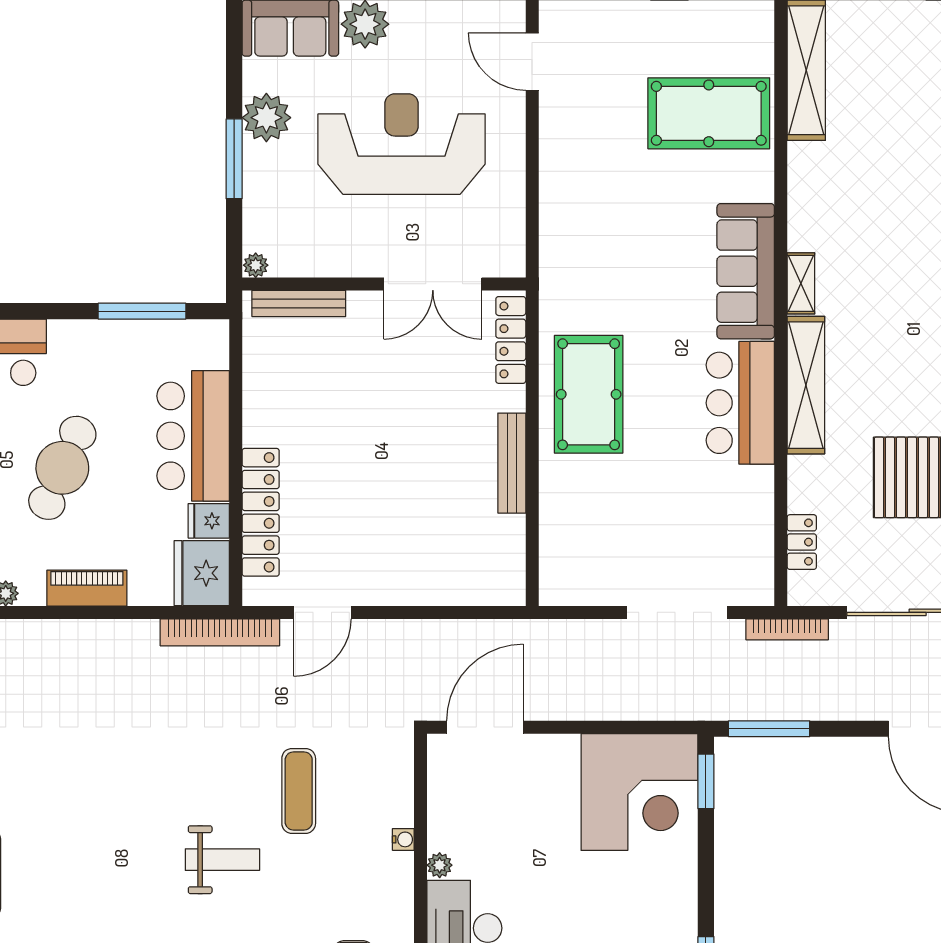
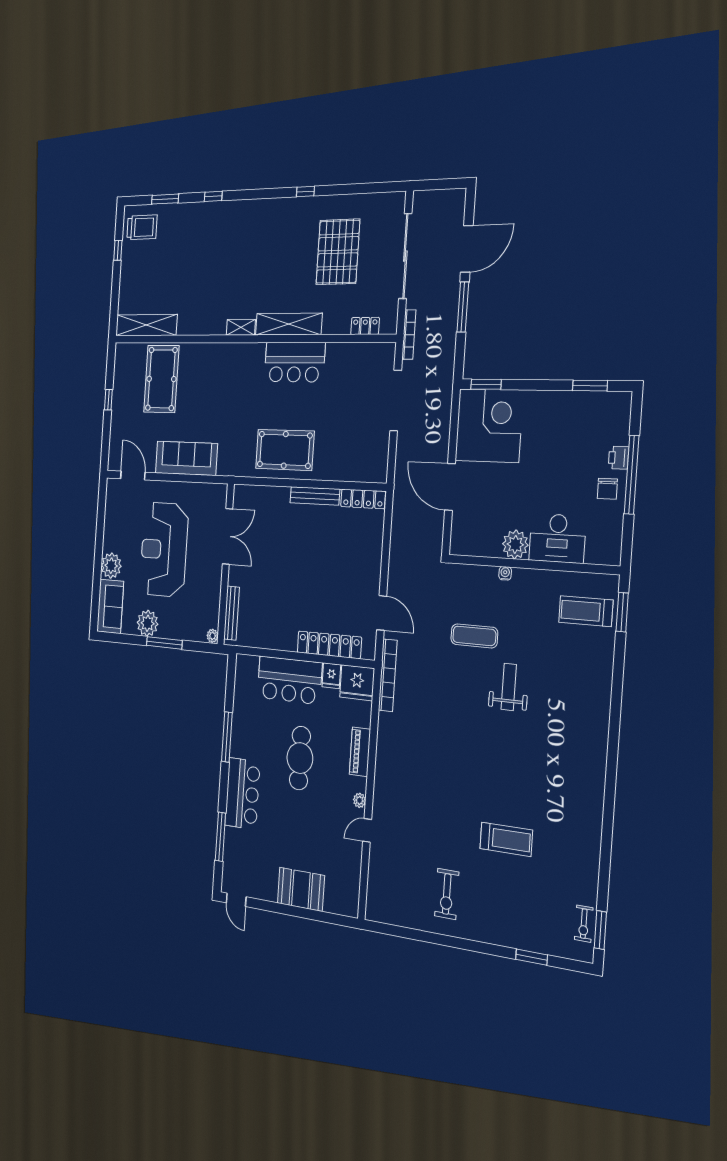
door: (532, 62) -> (133, 475), swing flipped
sofa: (746, 271) -> (186, 458), moved, turned 180
window: (142, 311) -> (227, 737), moved
locker: (511, 340) -> (363, 499), moved
cafe table: (62, 468) -> (300, 758), turned 66
door: (485, 727) -> (450, 487), moved
window: (769, 729) -> (463, 307), moved
plant: (440, 865) -> (515, 544), width x1.88, depth x1.88

